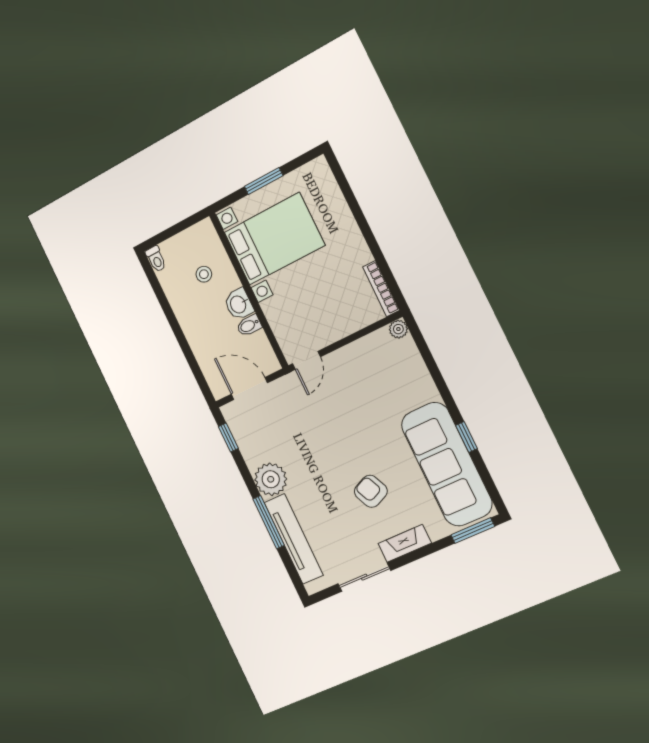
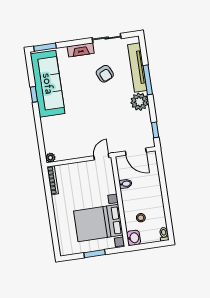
washbasin: (239, 304) -> (134, 238), moved
armchair: (371, 491) -> (105, 74), moved

